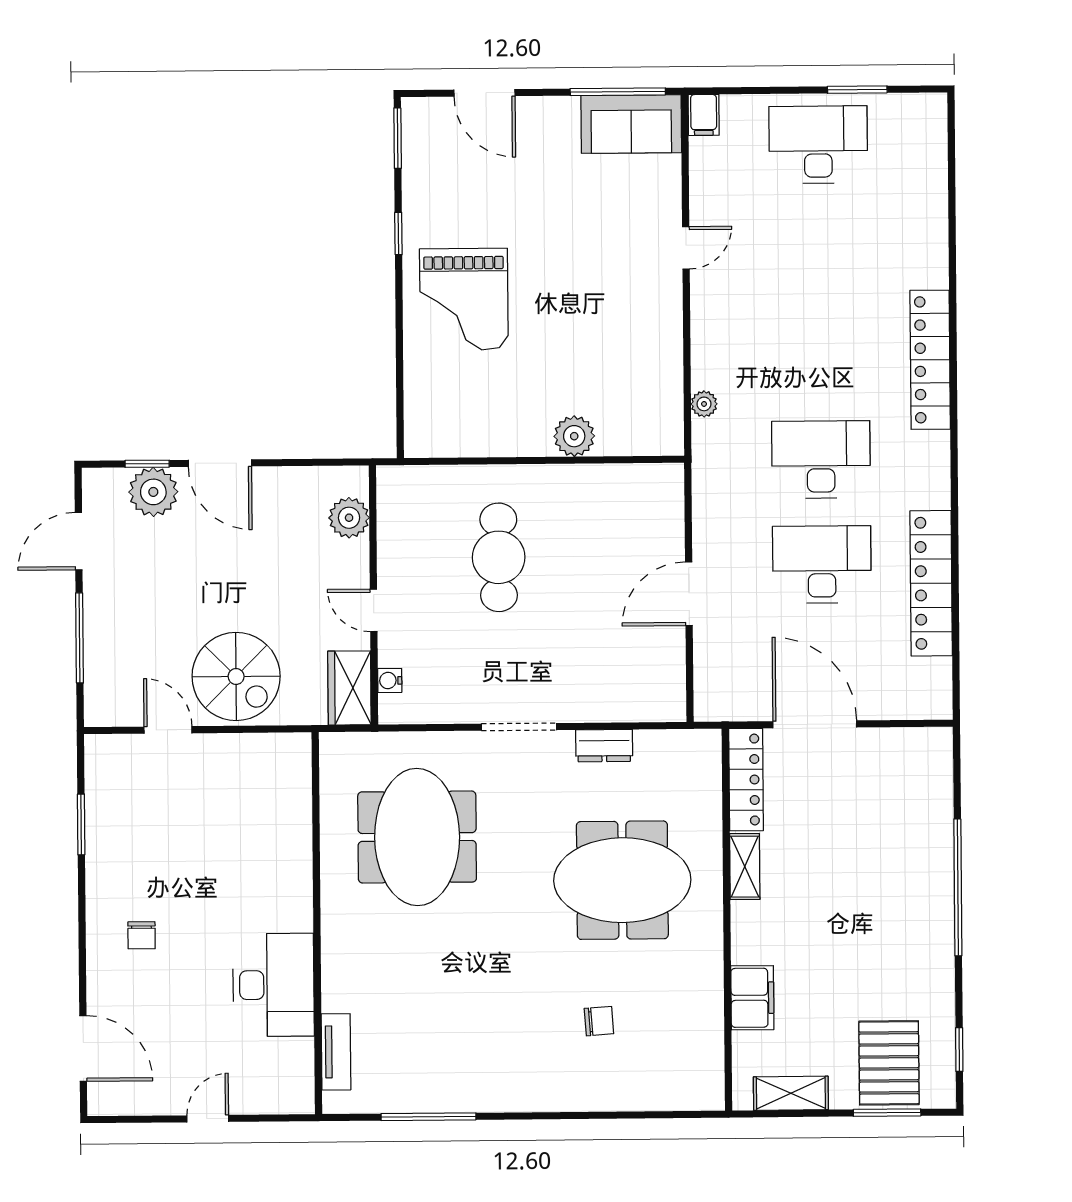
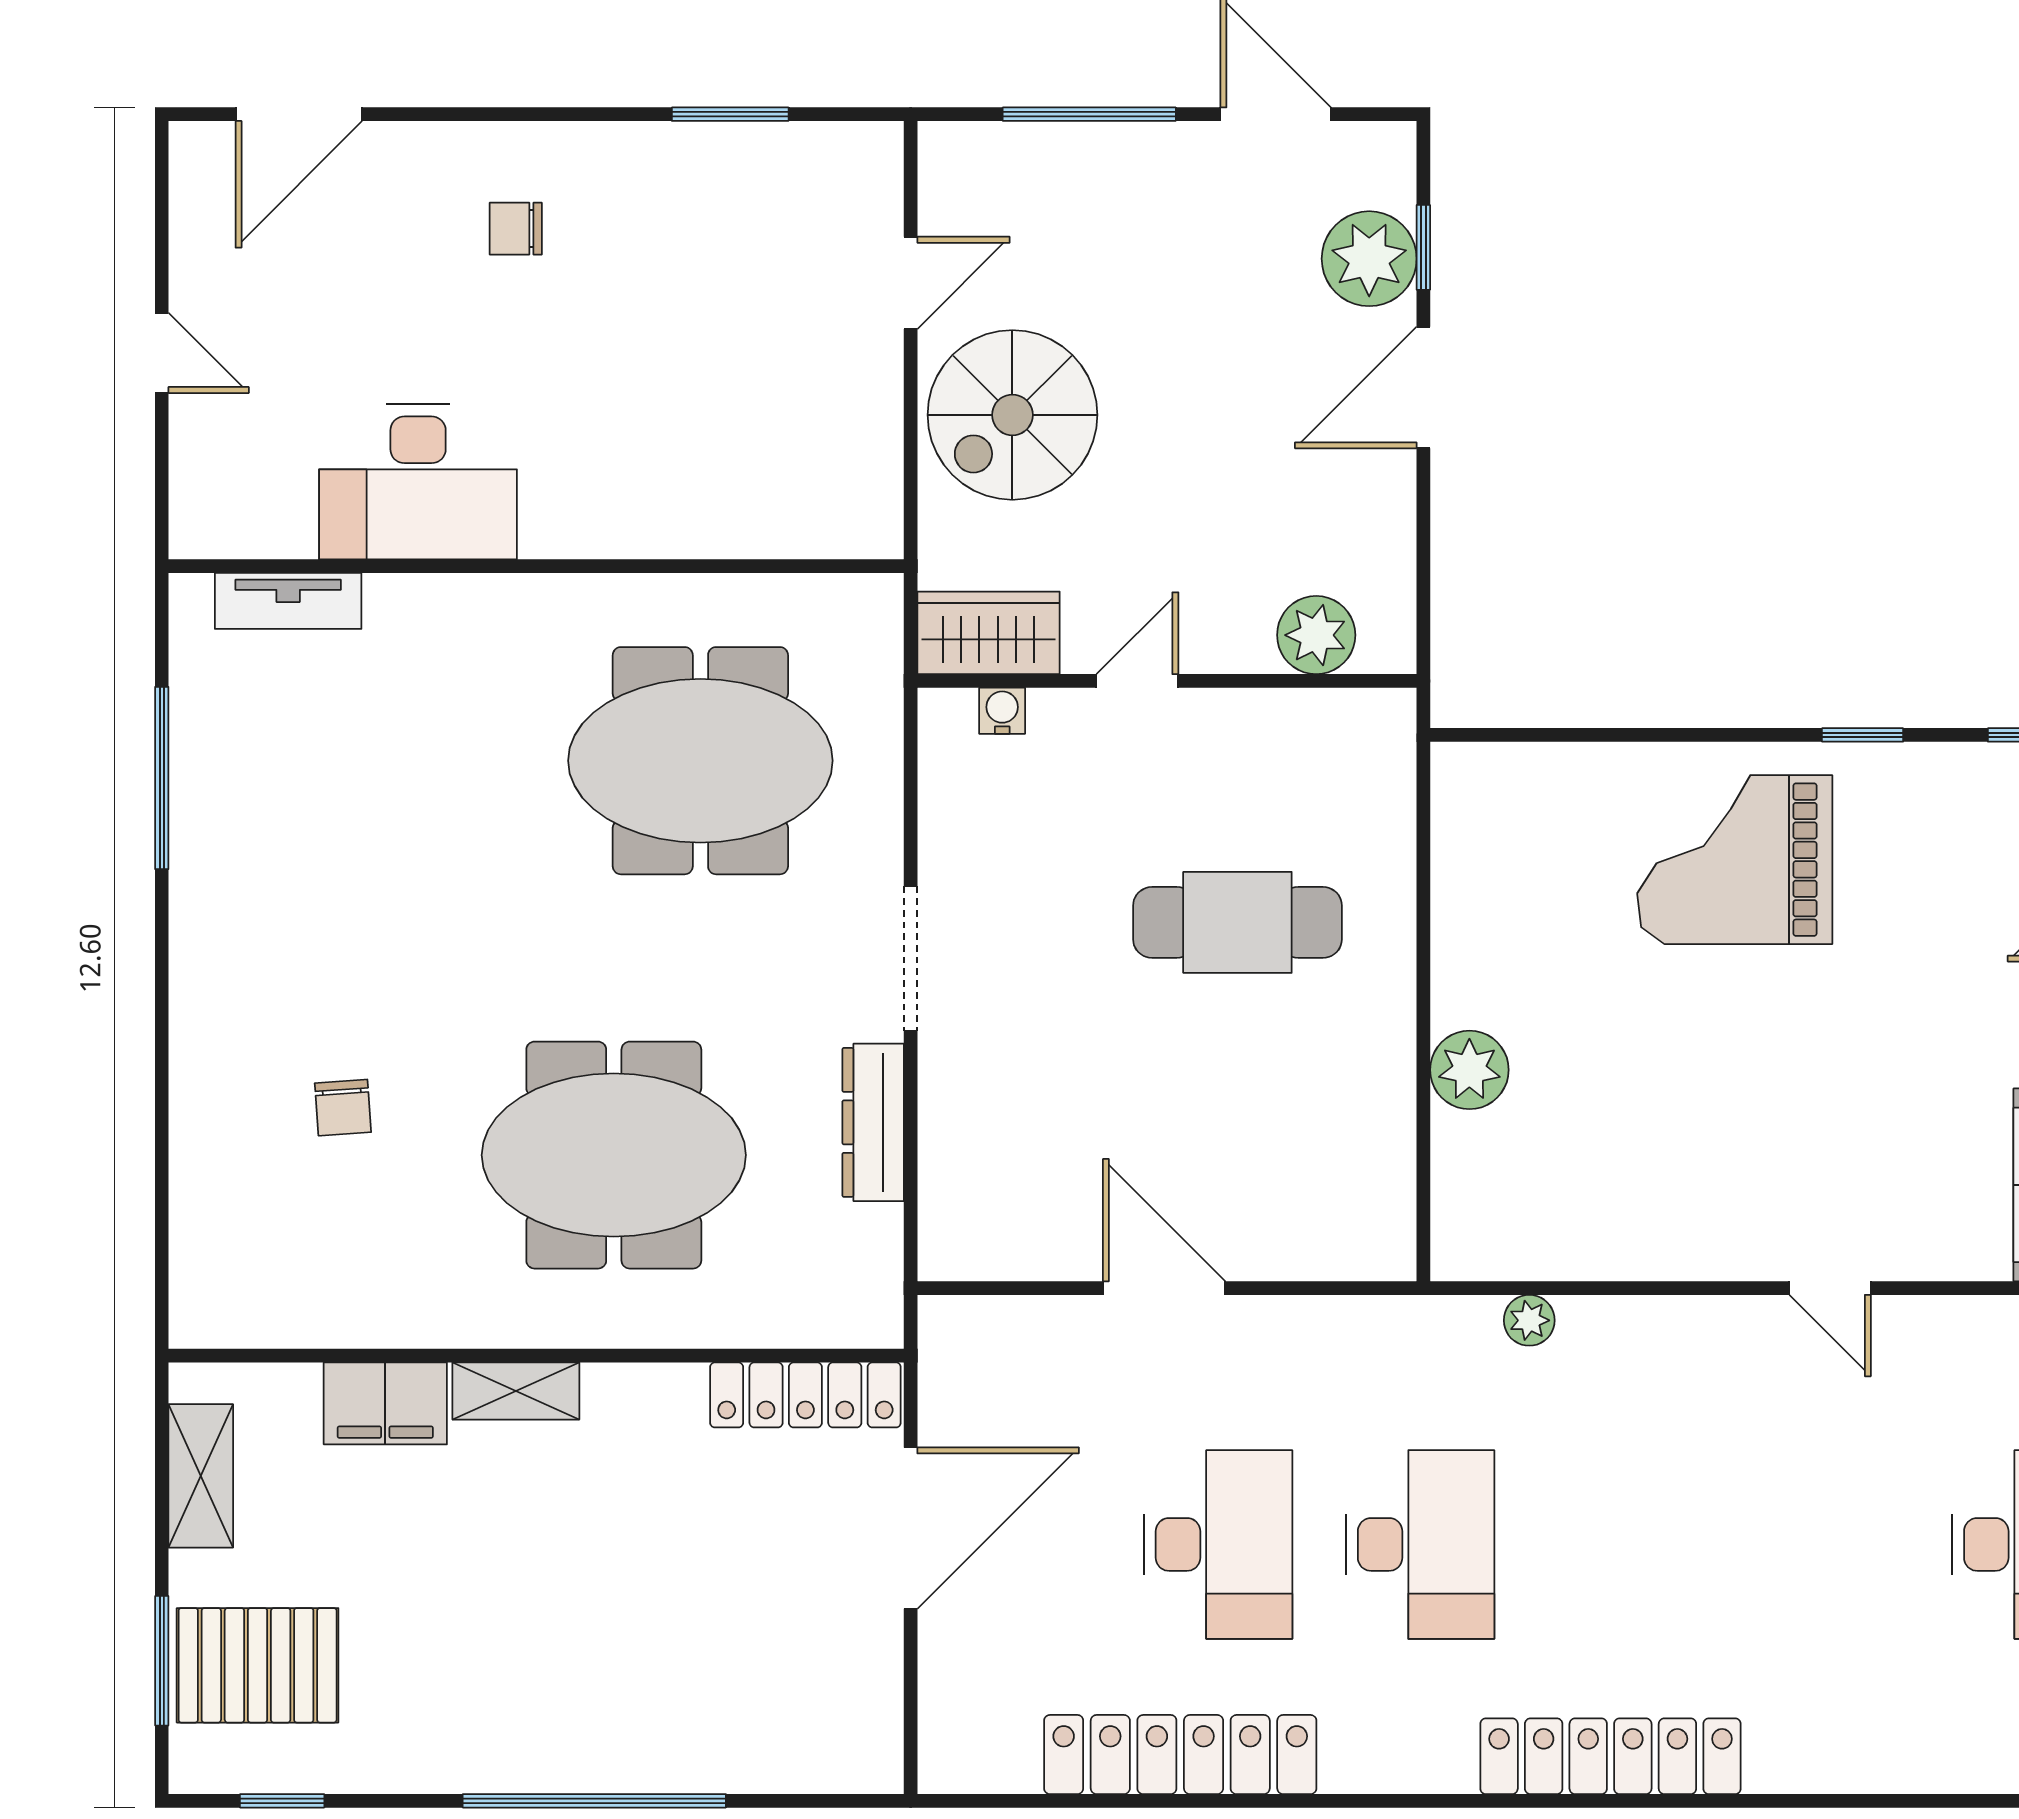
dresser: (604, 746) -> (873, 1122), width x1.44
shelving: (745, 867) -> (516, 1391), moved
meeting table: (622, 880) -> (614, 1155), turned 90

